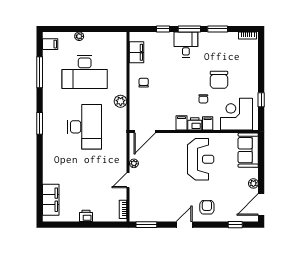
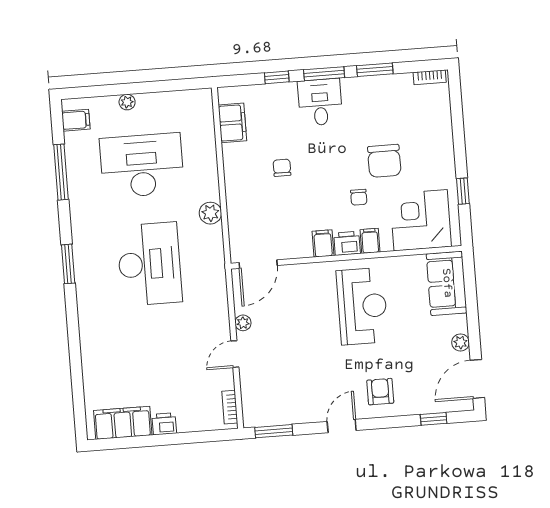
desk: (85, 72) -> (142, 165), turned 180
chair: (144, 83) -> (282, 168), moved
filing cabinet: (51, 200) -> (123, 423), moved, turned -90

